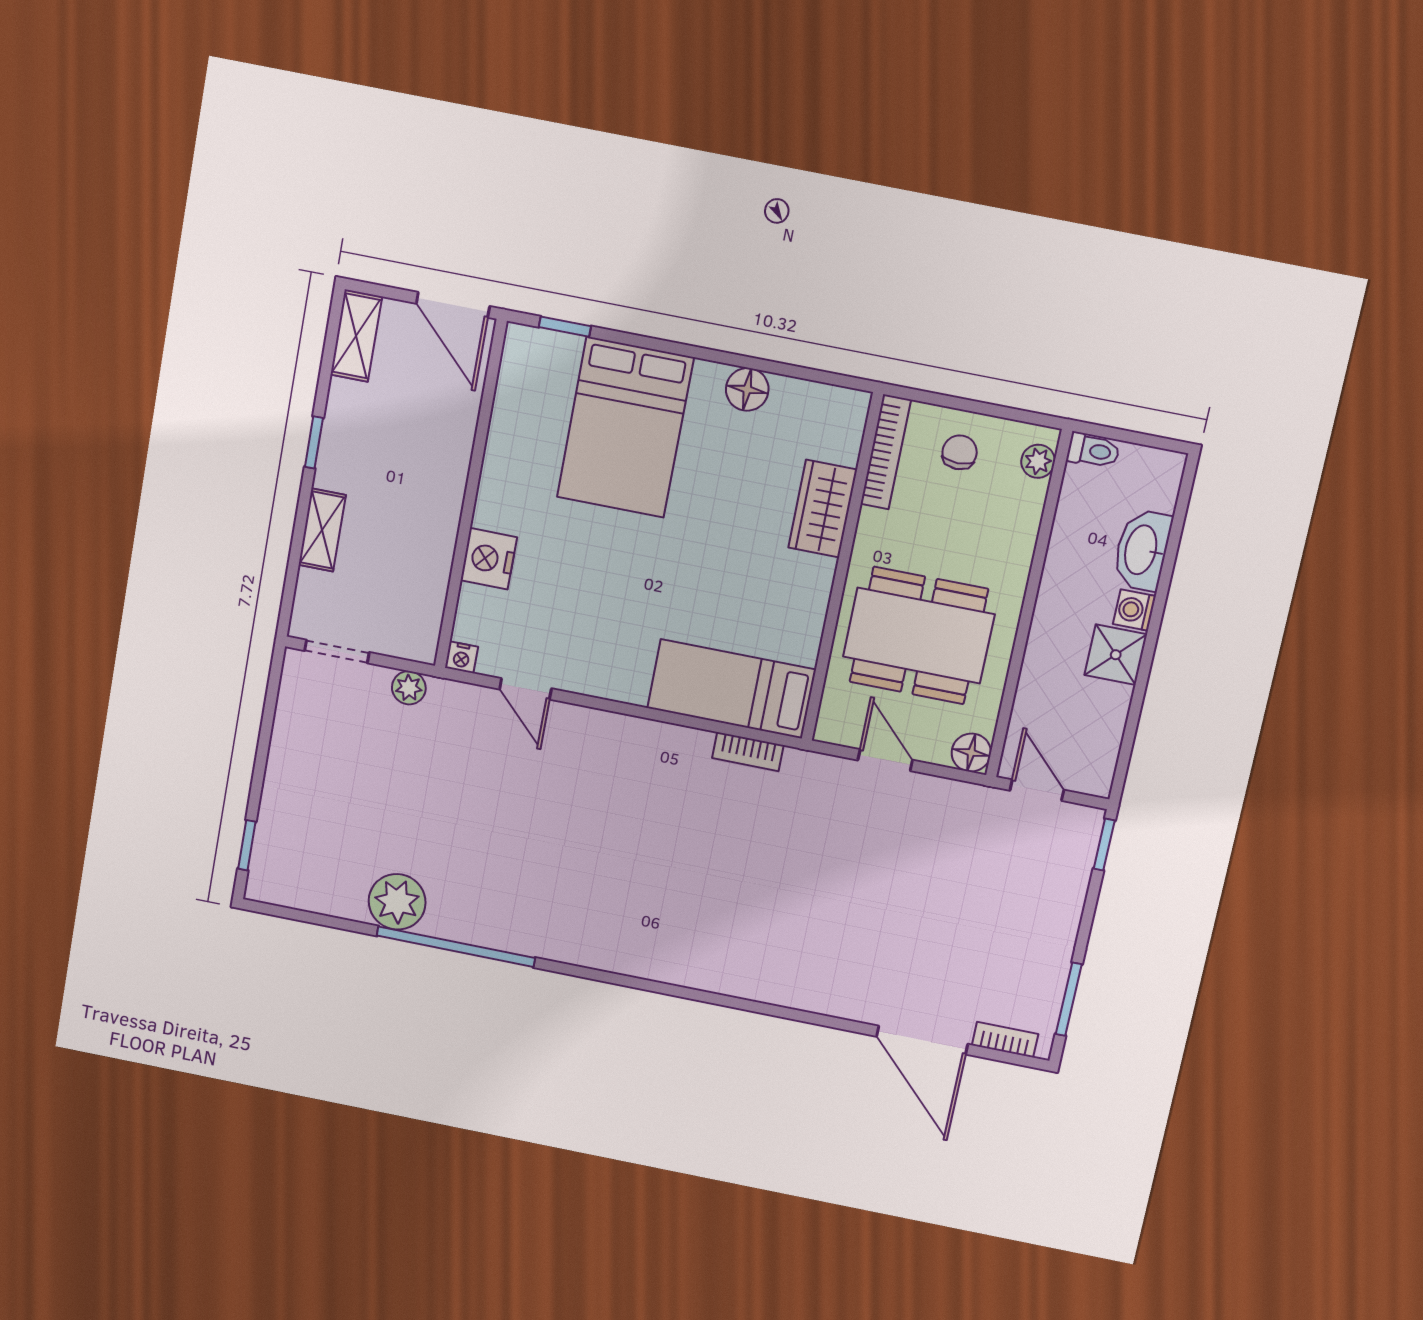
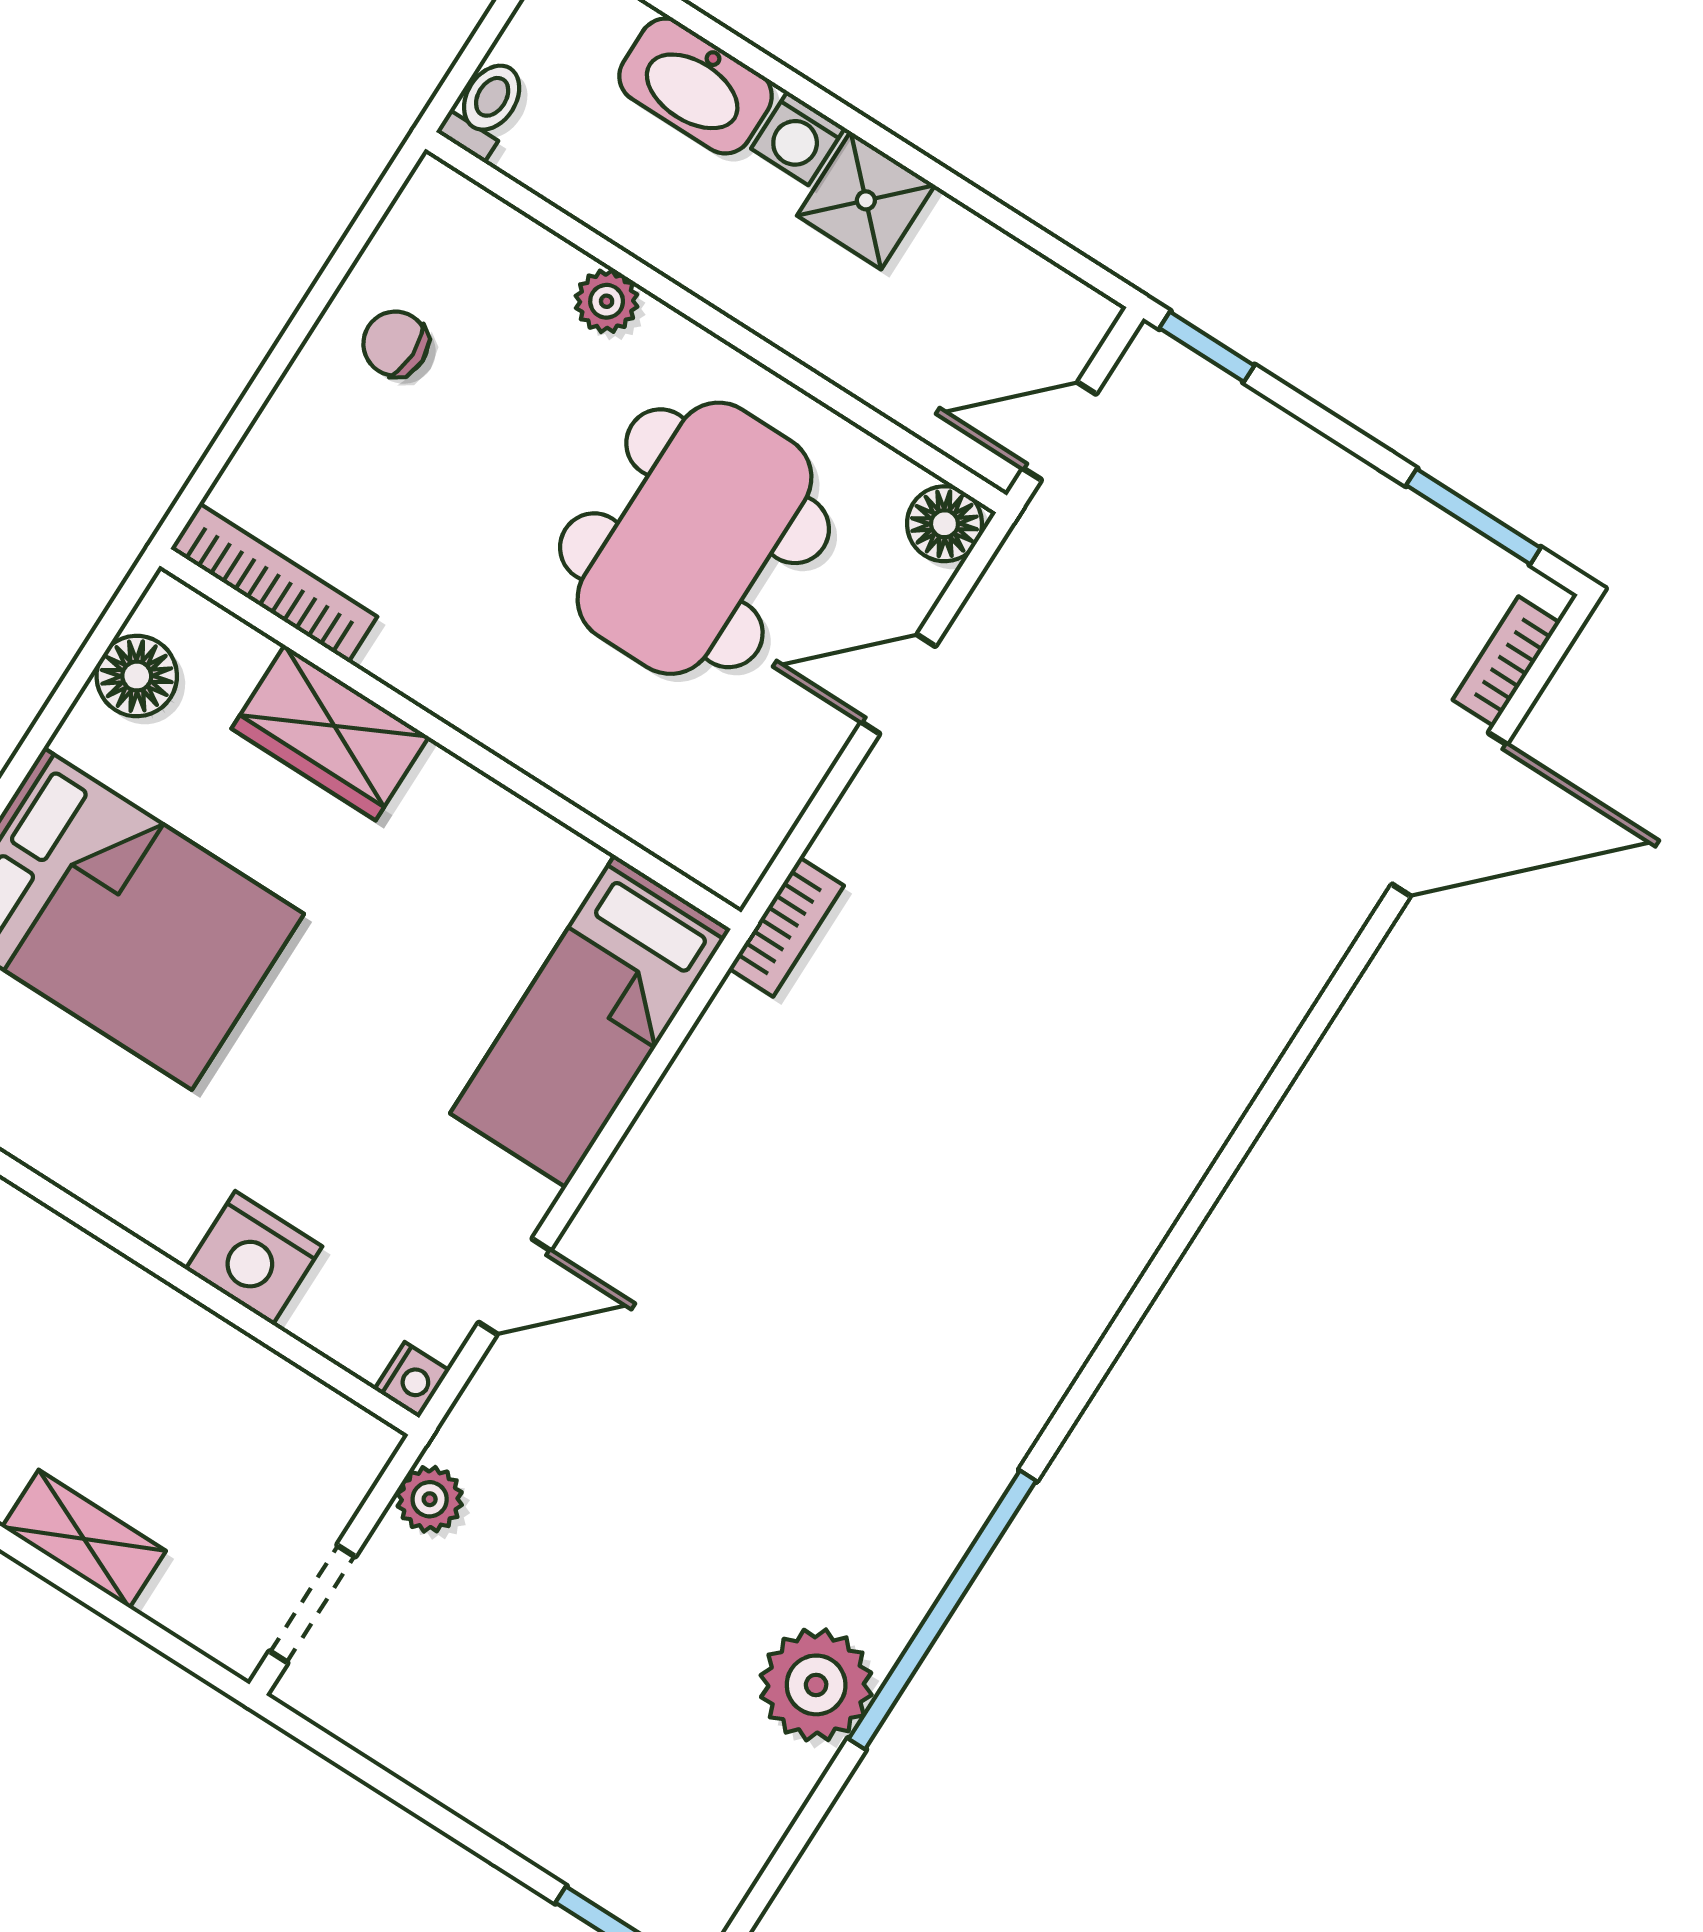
bookcase: (886, 452) -> (274, 583), moved
plant: (1038, 461) -> (607, 301), moved
wardrobe: (823, 509) -> (330, 733), moved
wall: (842, 568) -> (450, 739), moved
bed: (732, 689) -> (590, 1021), moved

